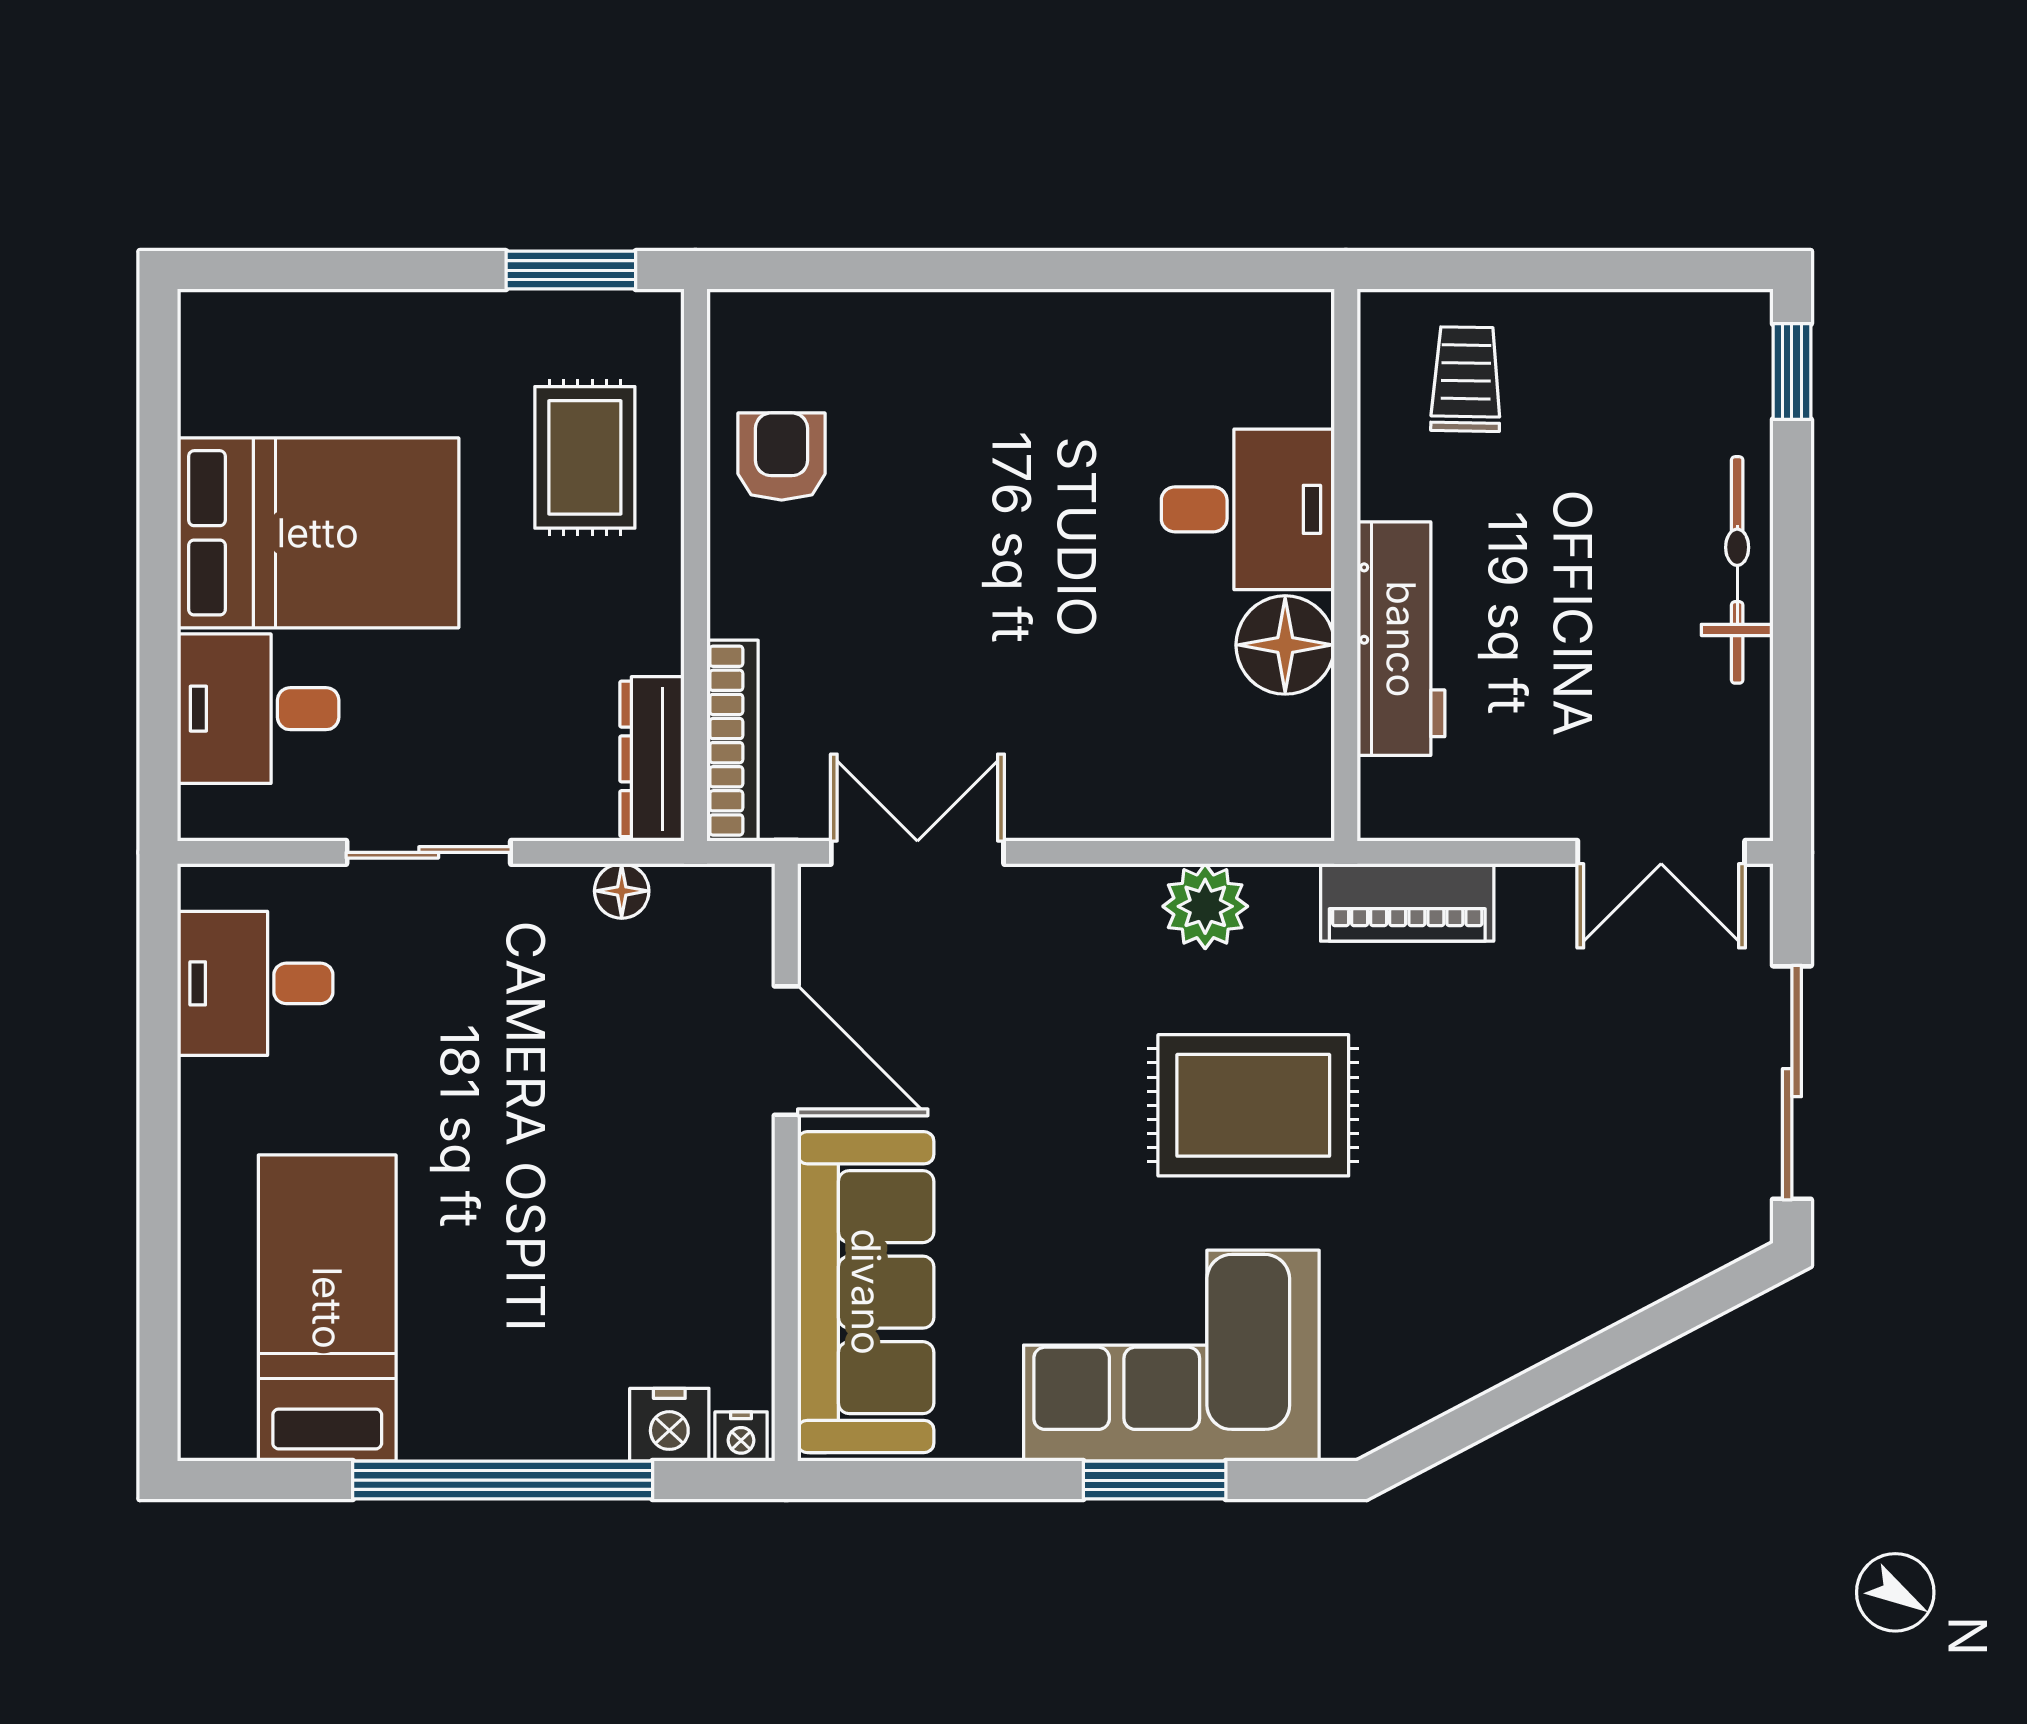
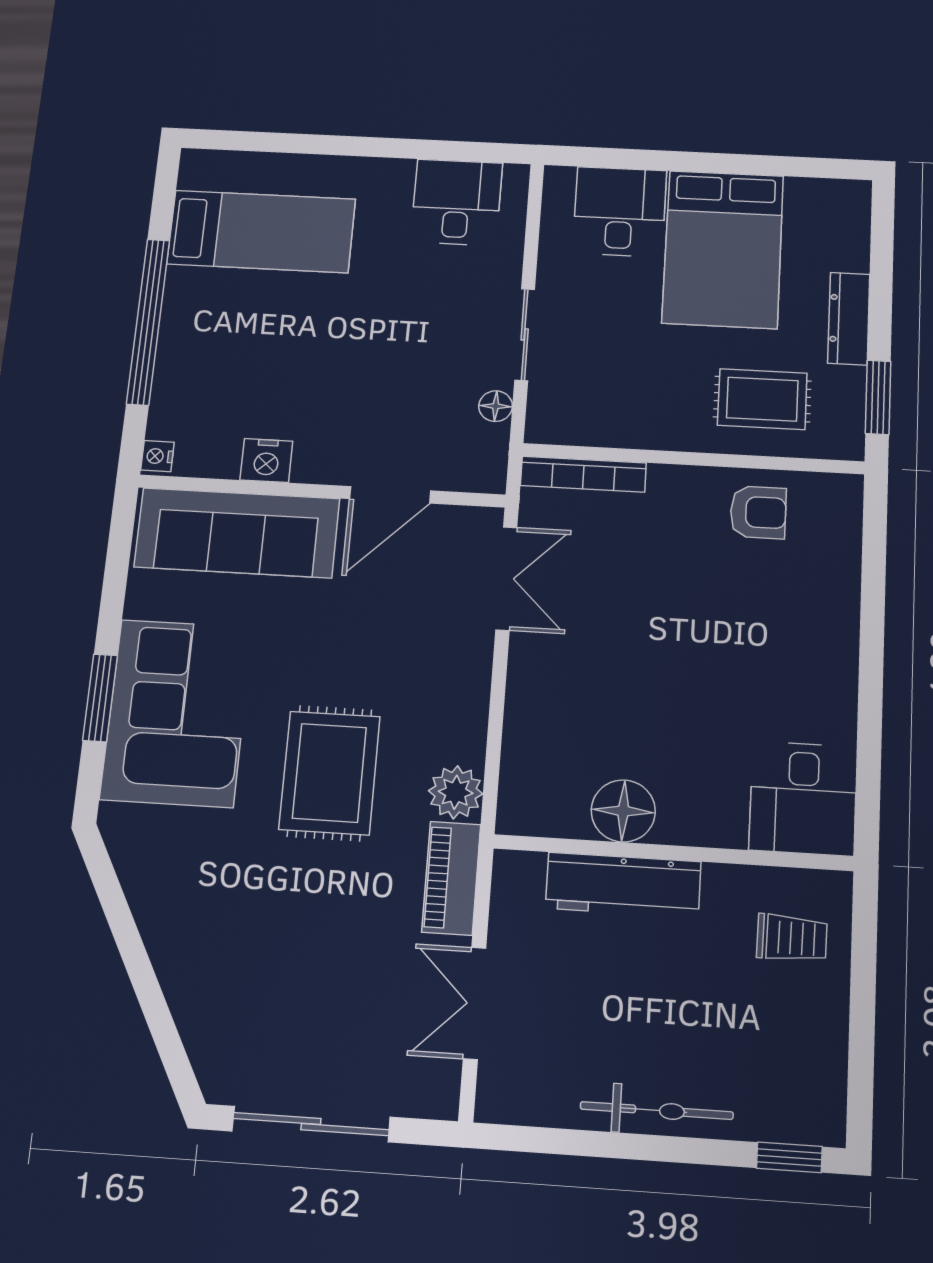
desk: (1248, 509) -> (803, 798), moved
dresser: (652, 759) -> (849, 319), moved, turned -90
sliding door: (429, 852) -> (525, 334), moved
double door: (1661, 852) -> (475, 1003), moved
plant: (1205, 906) -> (456, 792), moved
nightstand: (669, 1425) -> (266, 461), moved, turned -90

